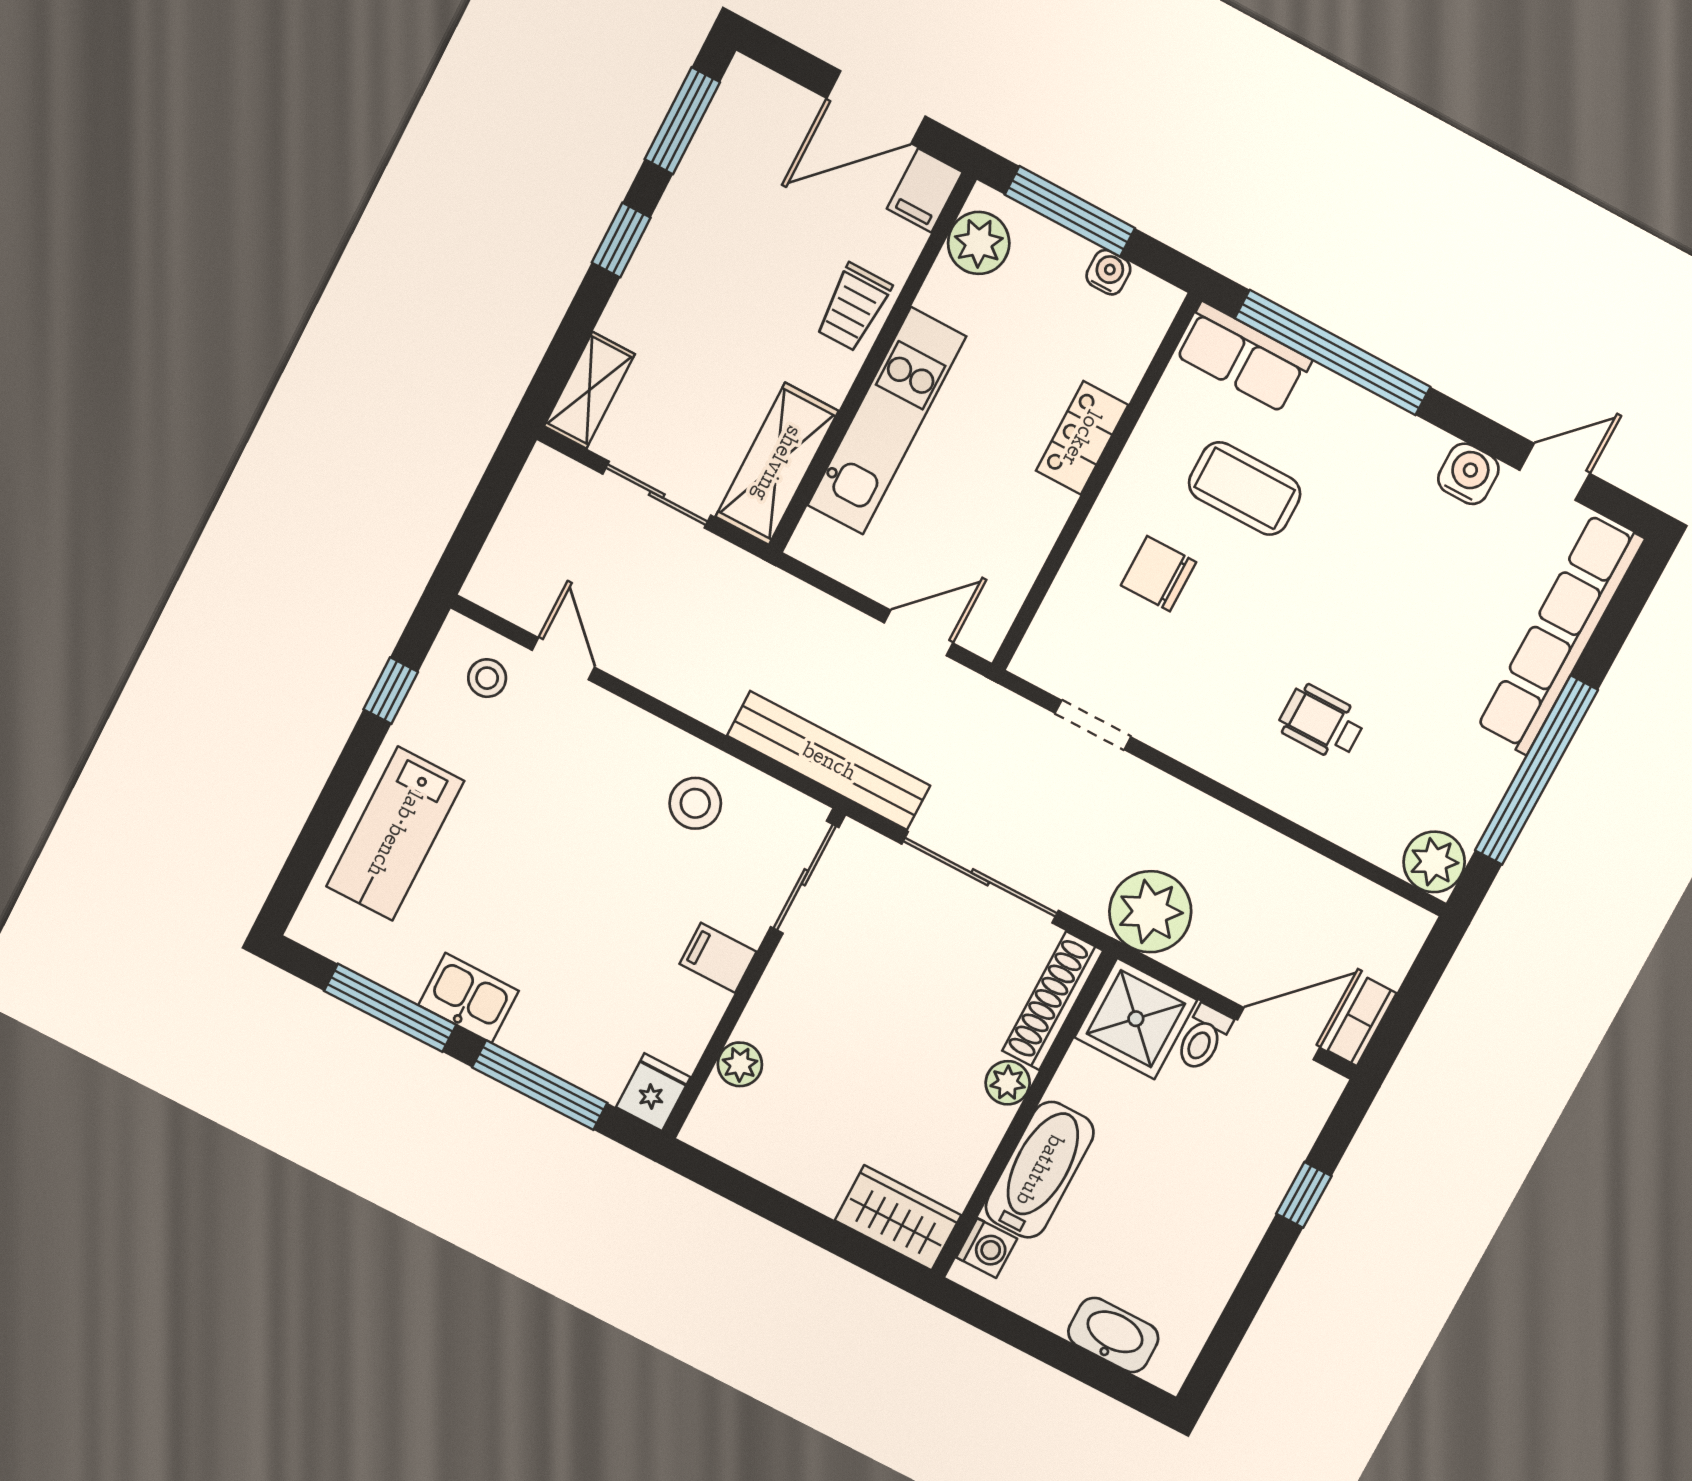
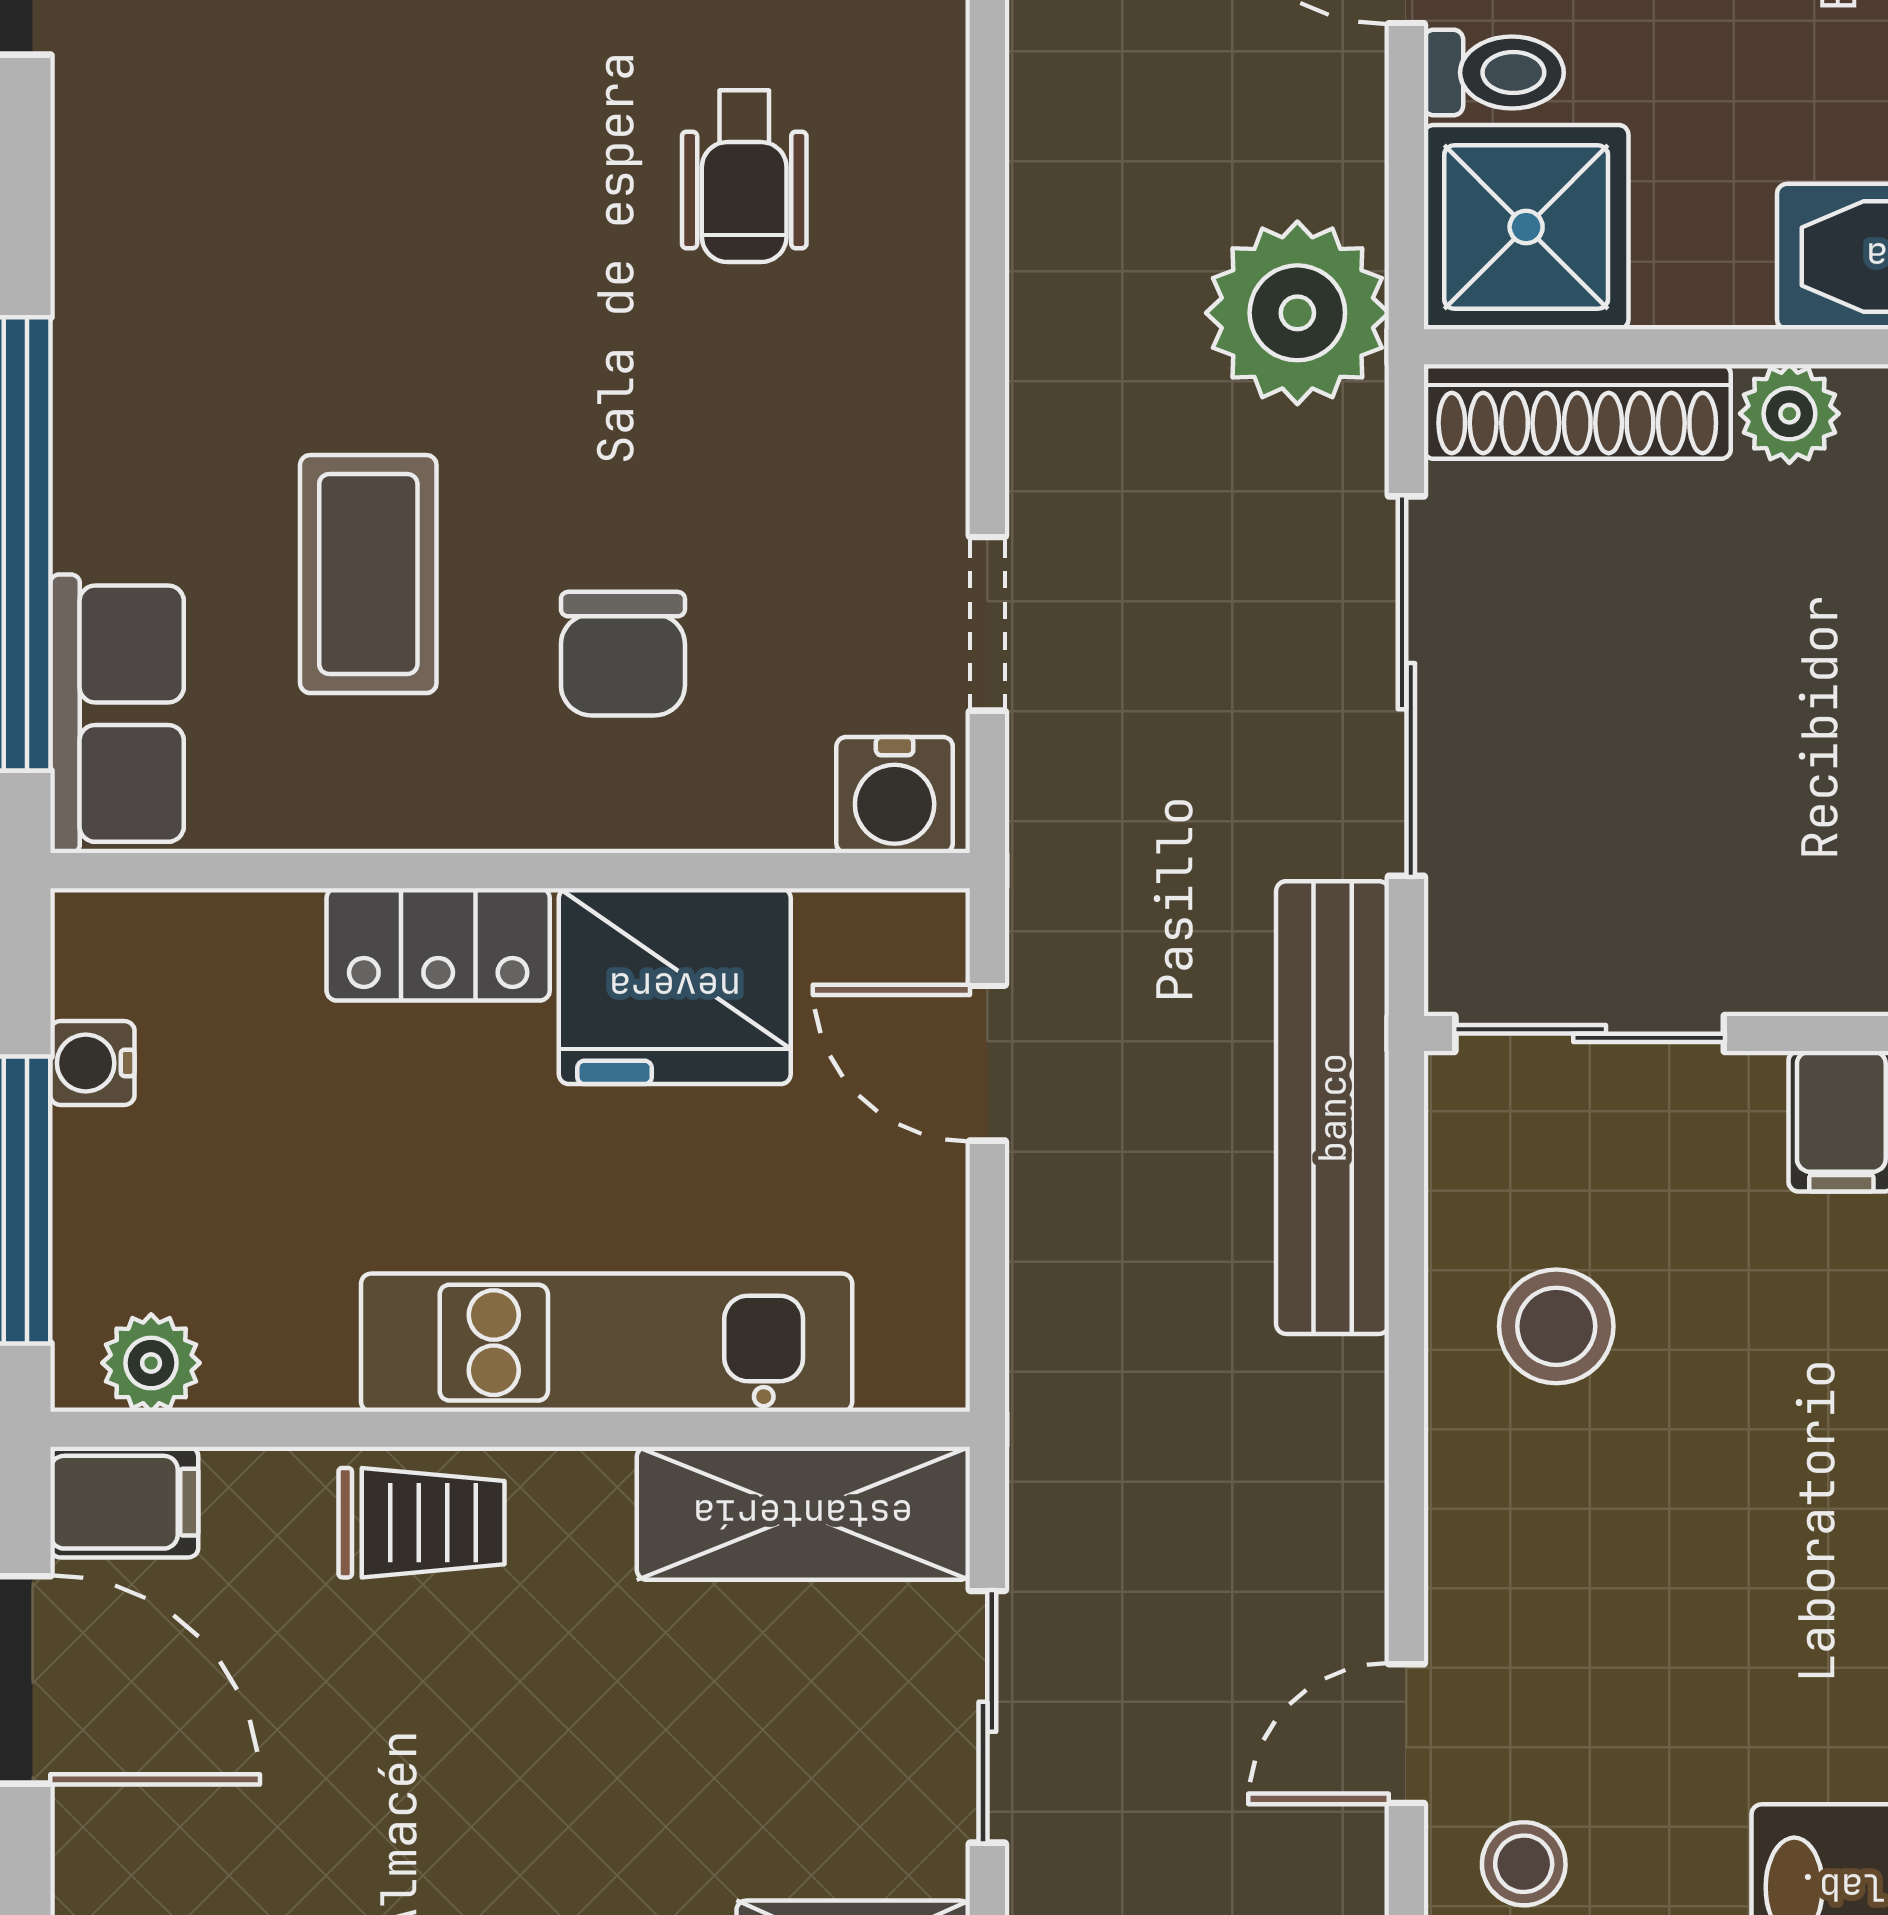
plant: (979, 243) -> (151, 1363), width x0.73, depth x0.73
water cooler: (1468, 474) -> (895, 795), moved, turned -90
fridge: (1015, 524) -> (675, 986), added

